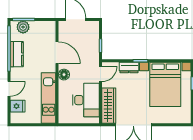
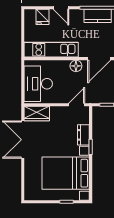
door: (101, 74) -> (77, 105), swing flipped
desk: (86, 100) -> (38, 84), moved, turned 90
wardrobe: (109, 106) -> (37, 113), width x0.67

